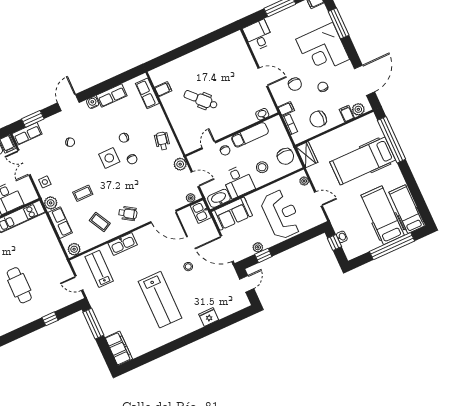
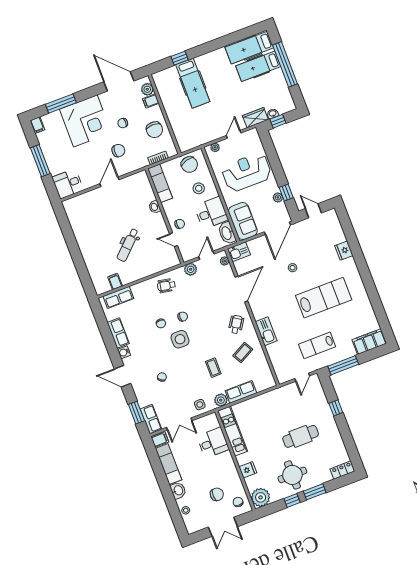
filing cabinet: (286, 109) -> (142, 161), removed
washbasin: (262, 114) -> (155, 207), moved
exam couch: (250, 135) -> (160, 183), moved
window: (392, 140) -> (180, 58), width x0.32
wardrobe: (307, 155) -> (255, 118), moved
chair: (285, 156) -> (189, 164), turned 74
hospital bed: (363, 161) -> (193, 83), width x0.73, depth x0.78
hospital bed: (383, 215) -> (258, 66), width x0.73, depth x0.78
plant: (74, 249) -> (268, 380), removed
lab bench: (99, 269) -> (317, 345), moved

